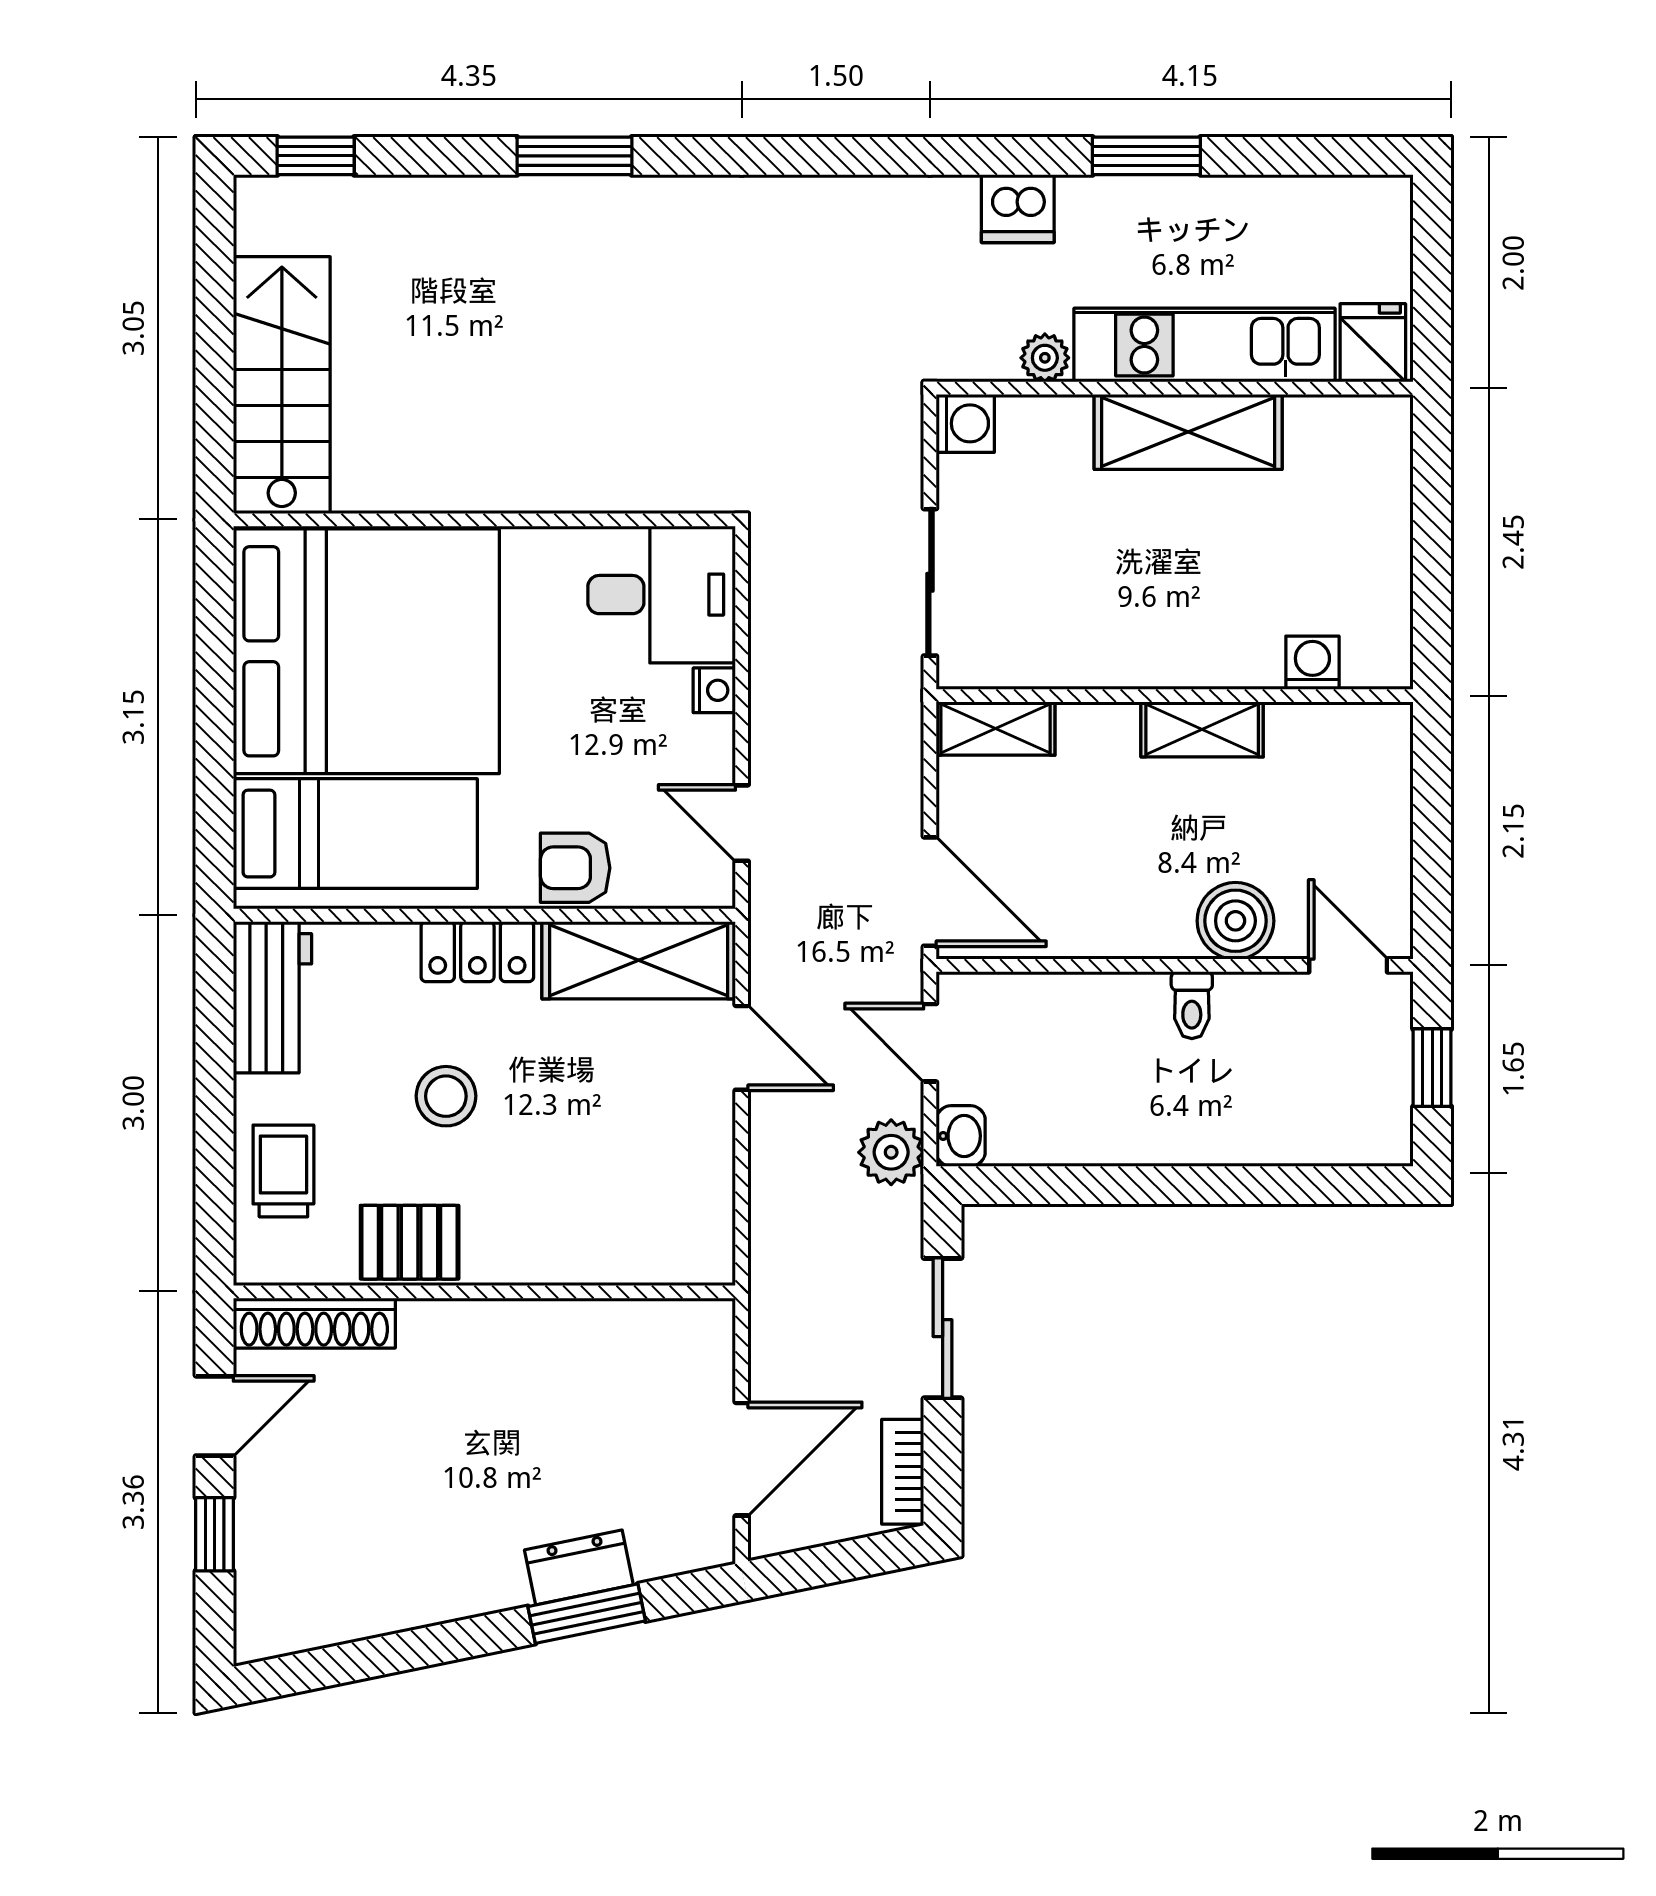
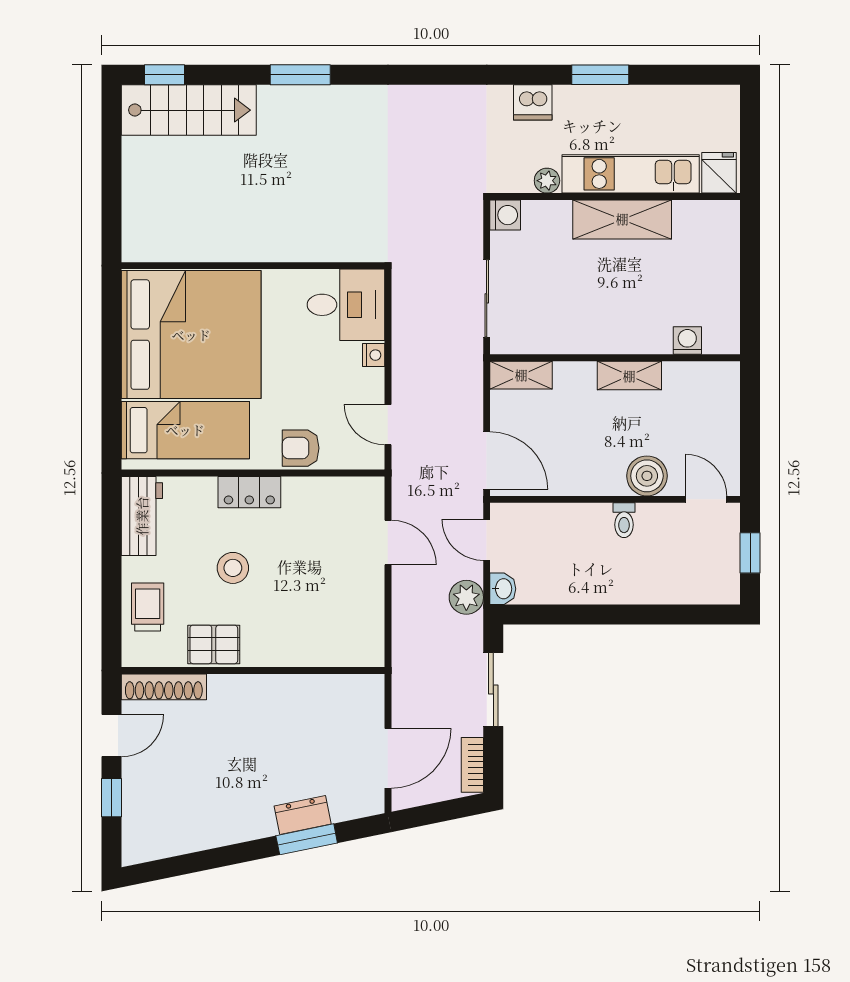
stairs: (282, 385) -> (189, 110), moved, turned 90
shelving: (639, 960) -> (334, 497), removed

